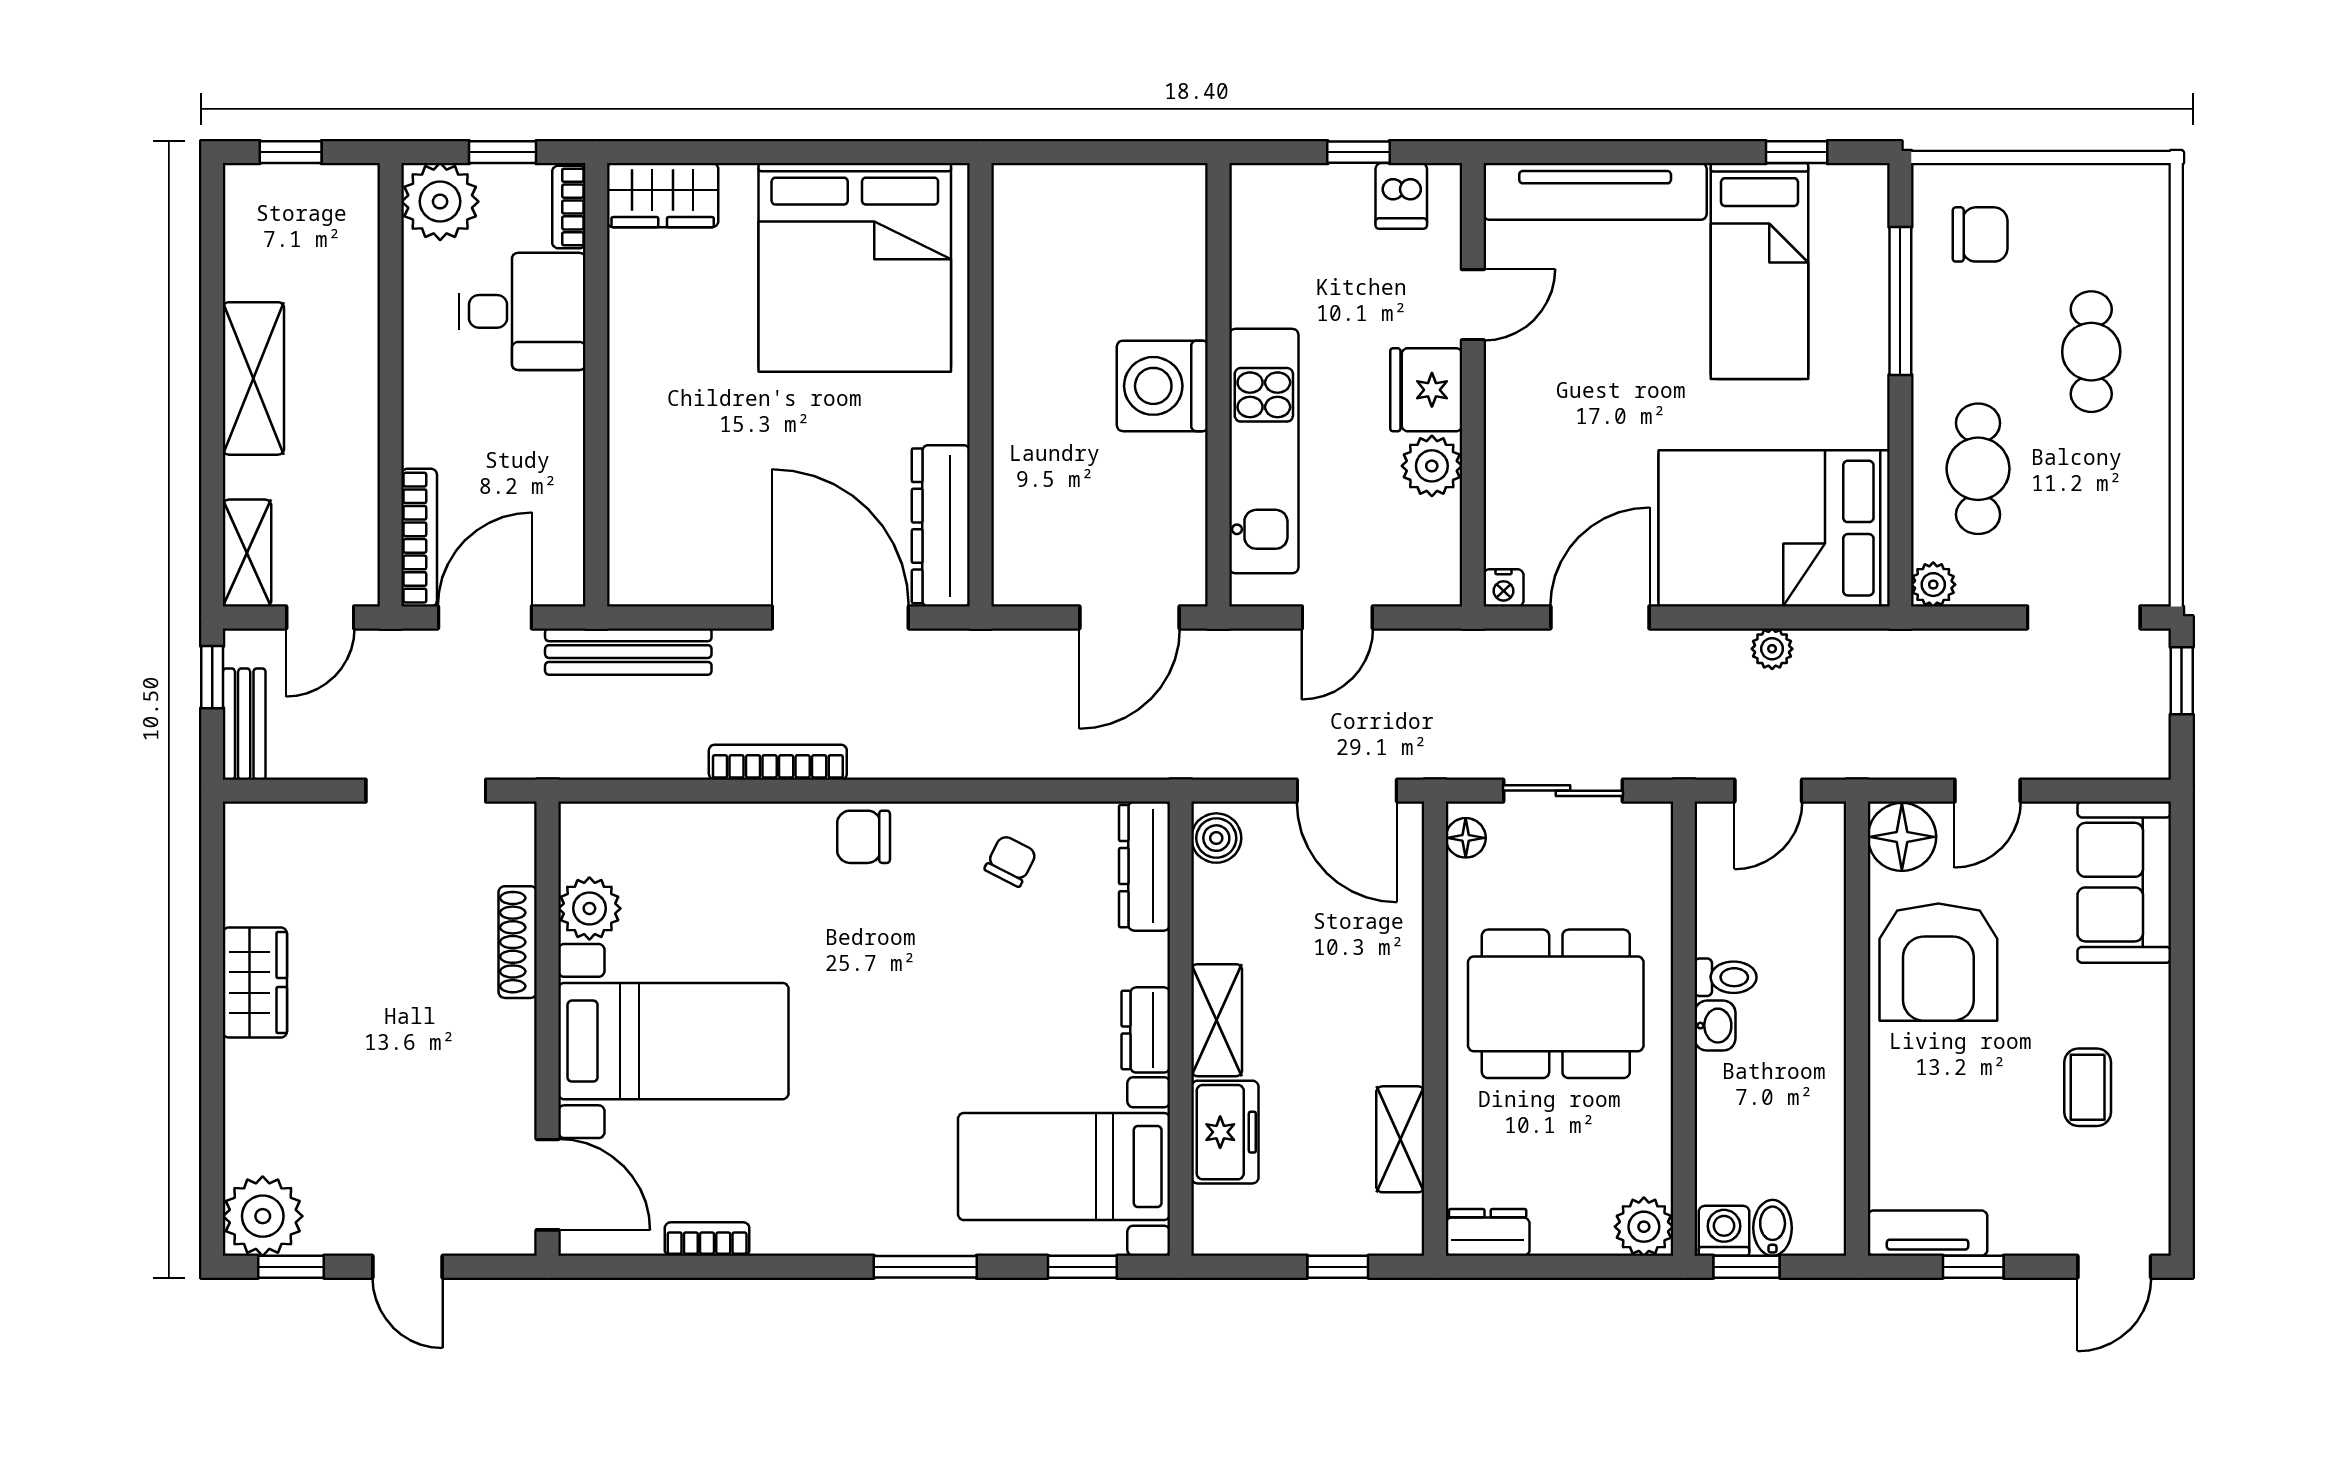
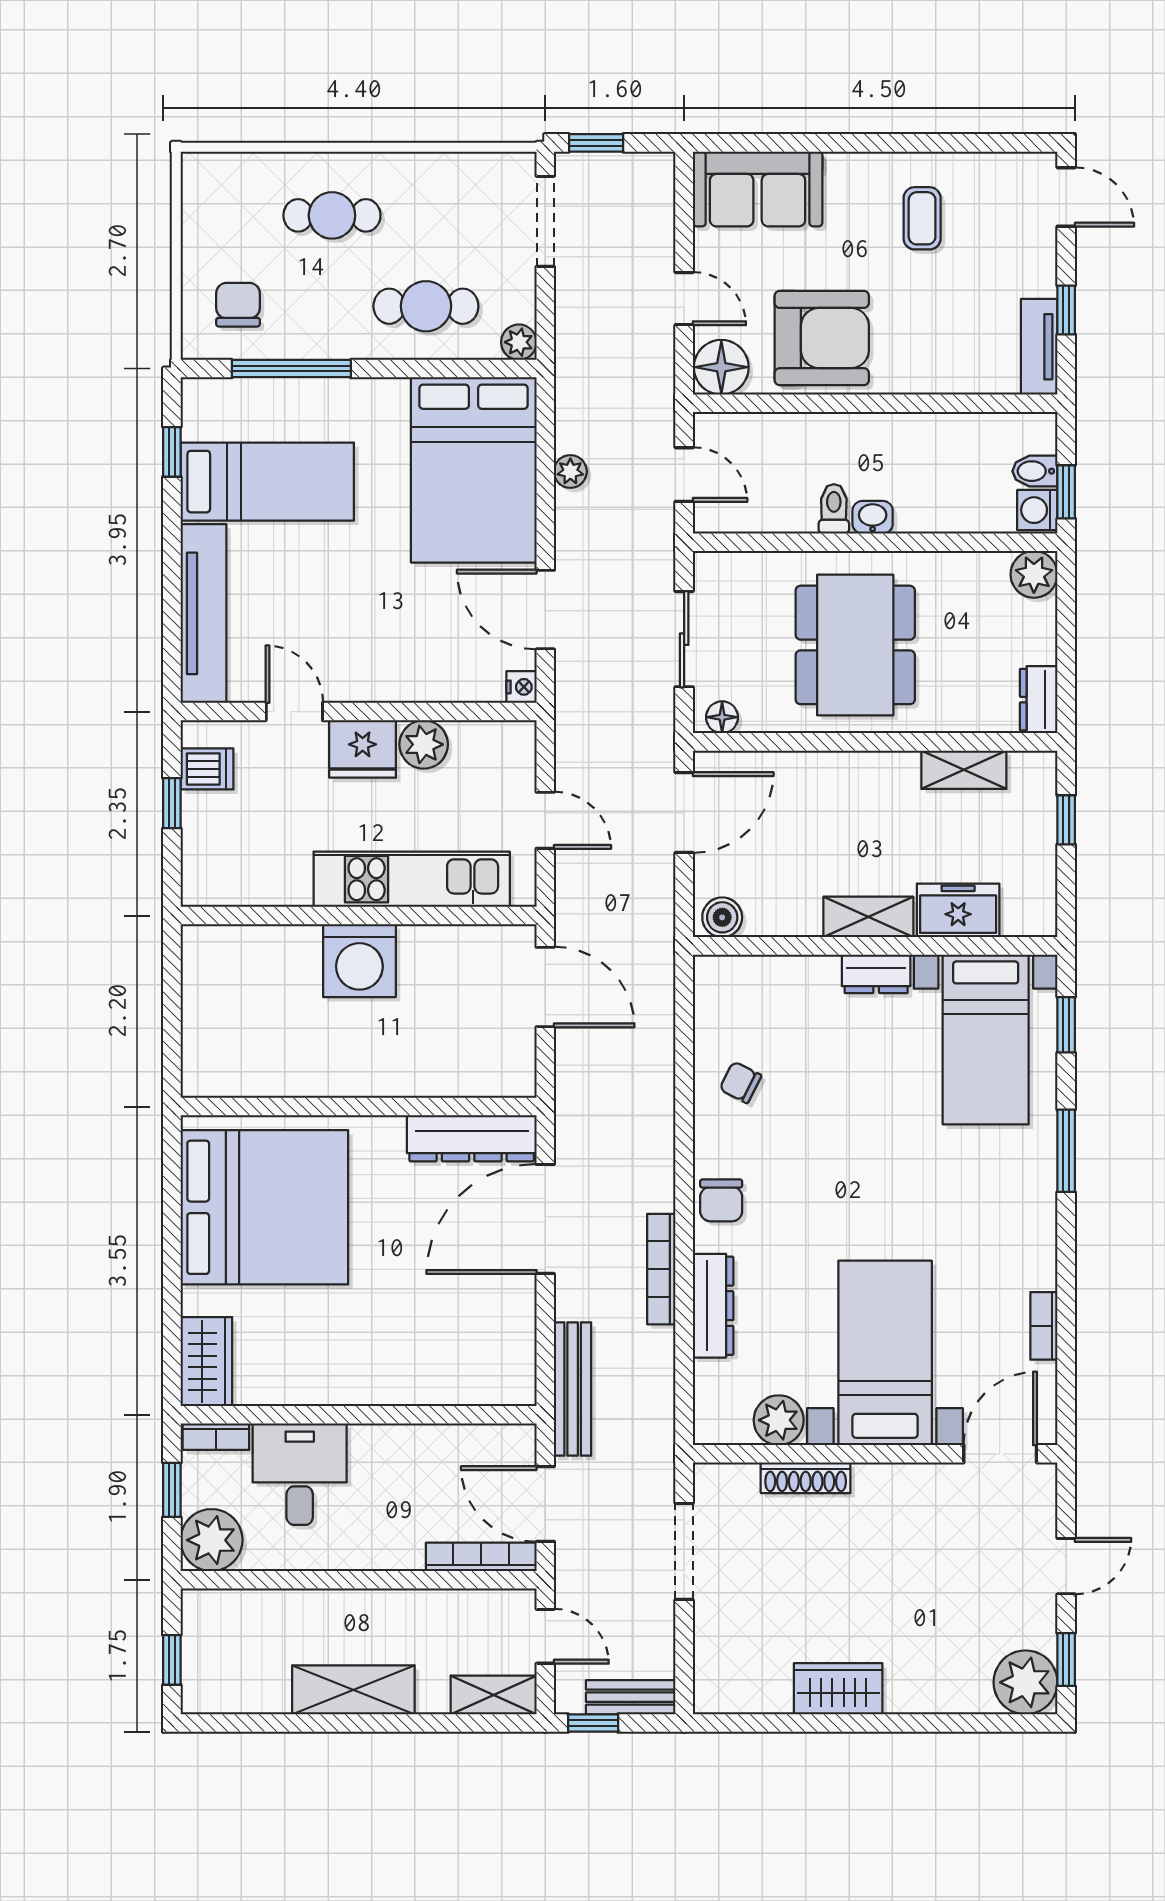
dresser: (1145, 866) -> (713, 1306), moved, turned -90
coffee table: (2088, 1087) -> (922, 218), turned 90

